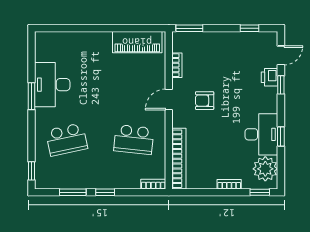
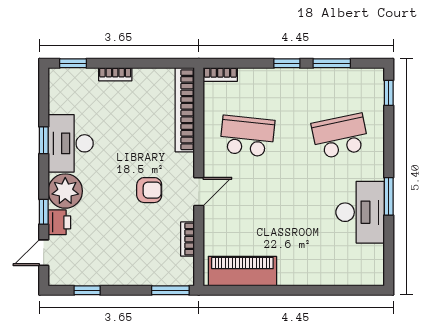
plant: (265, 169) -> (65, 191), moved

